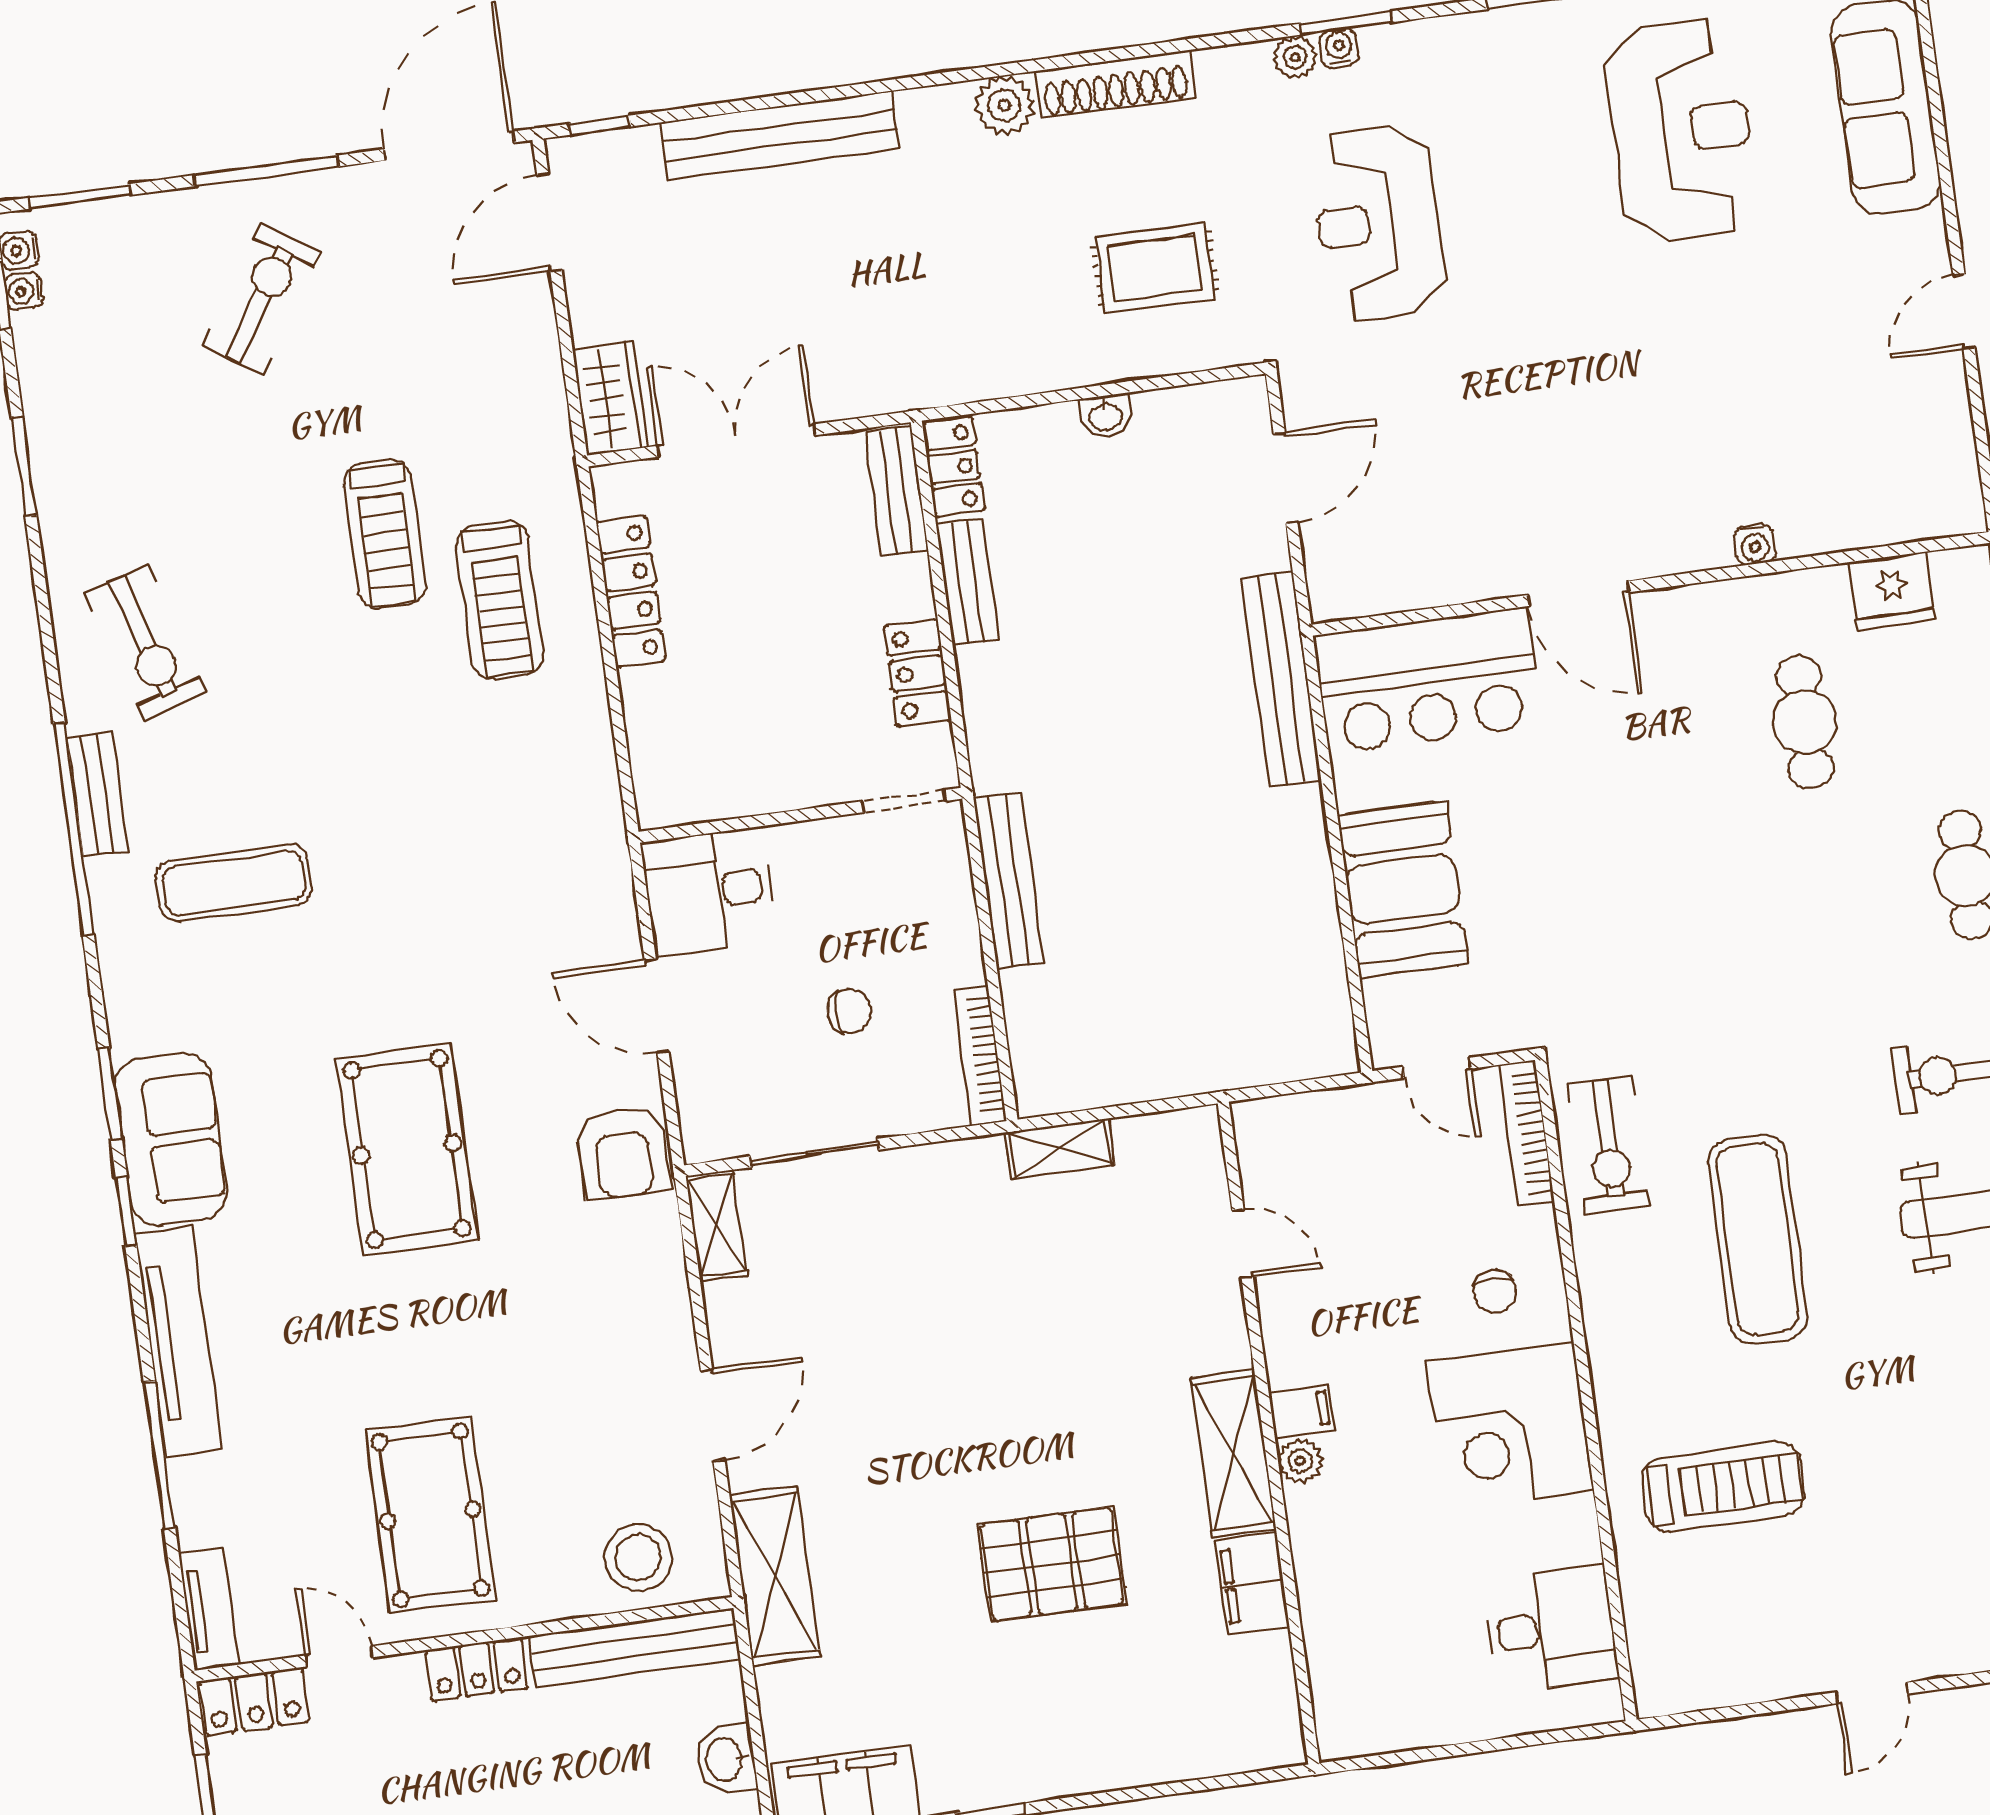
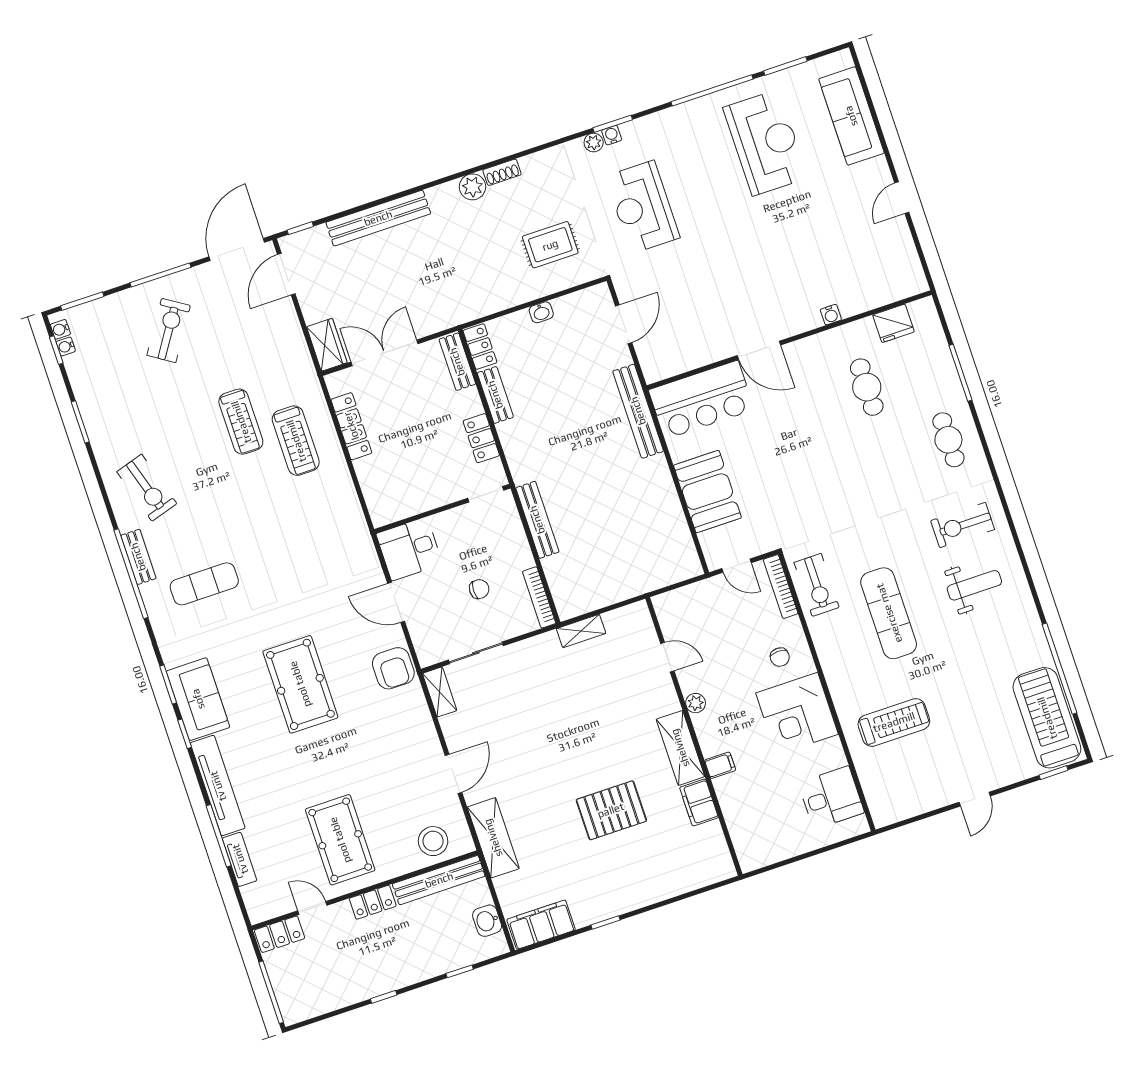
shoe rack: (1115, 84) -> (502, 172), width x0.51, depth x0.81
filing cabinet: (1302, 1411) -> (720, 765), moved
plant: (1300, 1461) -> (696, 703), moved
tv unit: (209, 1609) -> (240, 859), moved

